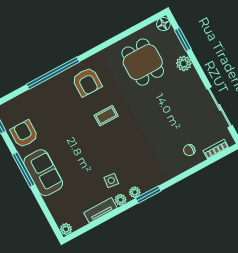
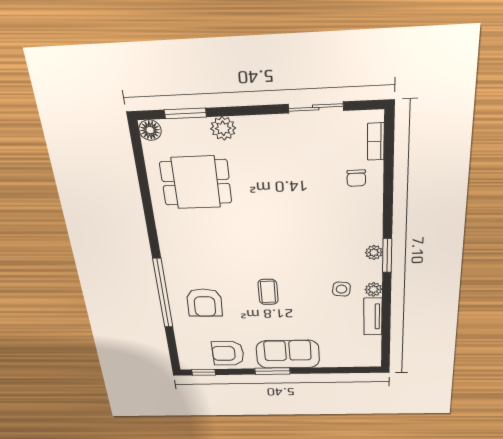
armchair: (87, 82) -> (205, 303), moved, turned 92
sliding door: (220, 107) -> (316, 107), width x0.73
coffee table: (106, 116) -> (268, 292), moved
window: (24, 170) -> (272, 371), width x0.69
plant: (135, 192) -> (374, 252), moved
plant: (66, 229) -> (373, 360), removed

